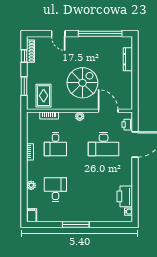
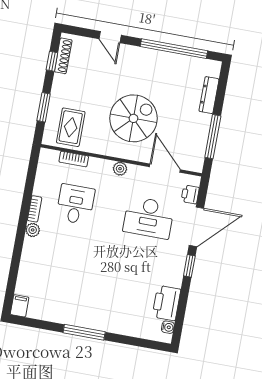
window: (135, 85) -> (213, 137), added
desk: (55, 144) -> (75, 204), turned 180
window: (135, 170) -> (189, 266), added
plant: (31, 185) -> (33, 230), moved
desk: (55, 190) -> (63, 273), removed

